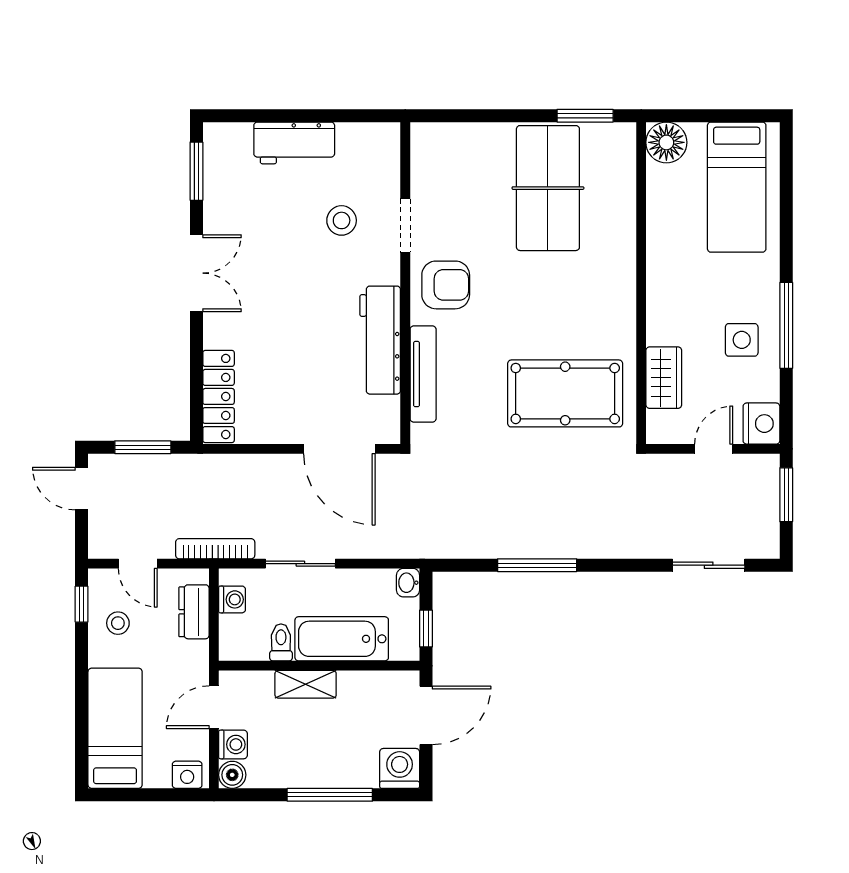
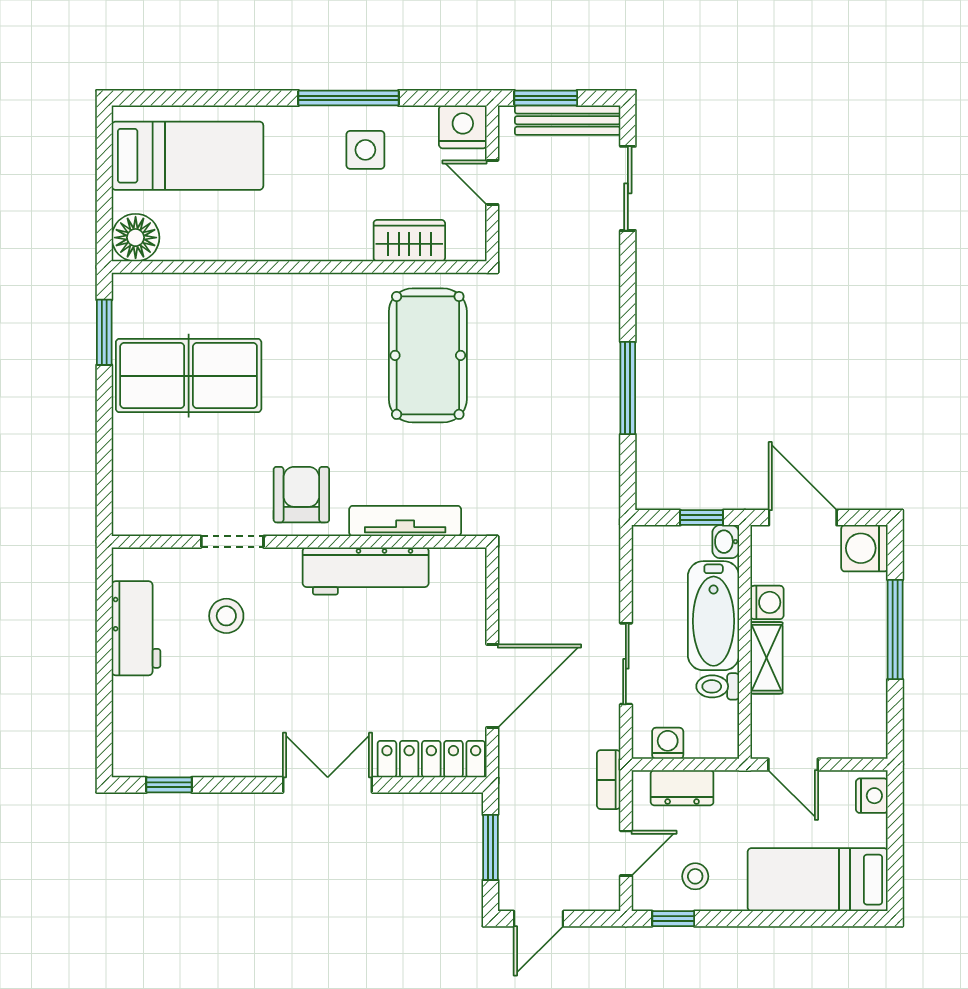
workbench: (294, 143) -> (136, 628), moved
window: (196, 171) -> (169, 785), width x0.67
double door: (196, 273) -> (328, 785), moved
door: (339, 449) -> (492, 686), moved
bench: (767, 513) -> (568, 120), added
bookcase: (215, 549) -> (609, 780), width x0.64
washbasin: (408, 583) -> (726, 542), moved, turned 90
washing machine: (233, 744) -> (767, 602), moved, turned 90
boiler: (232, 775) -> (872, 743), removed

